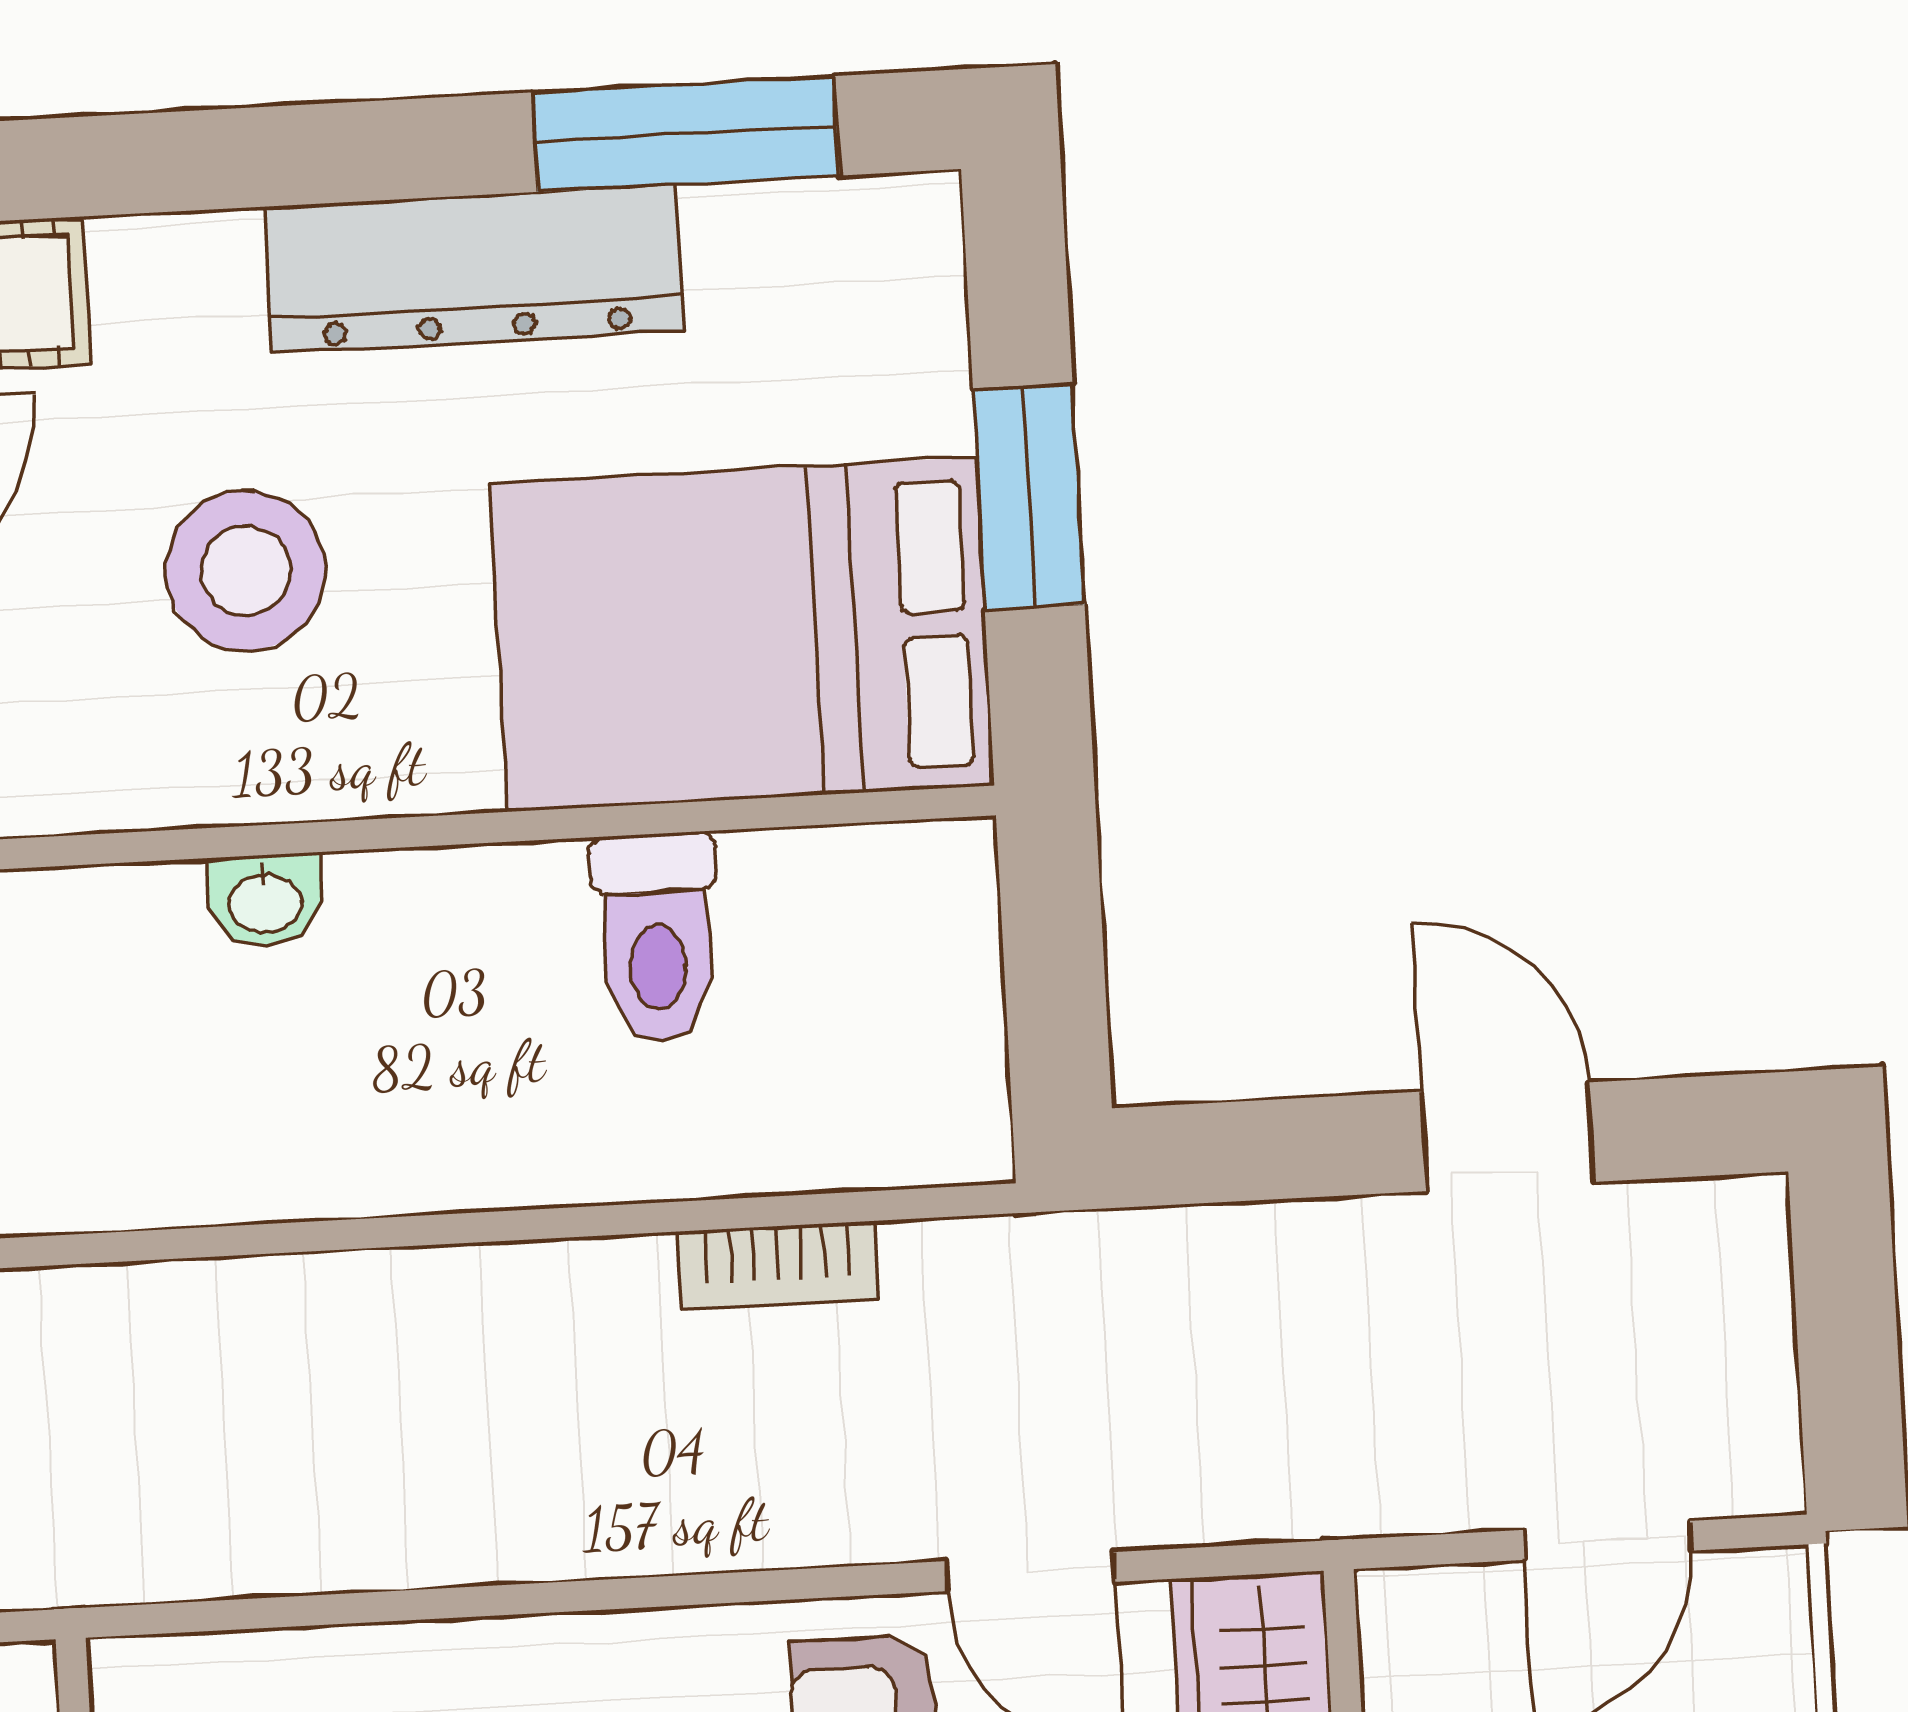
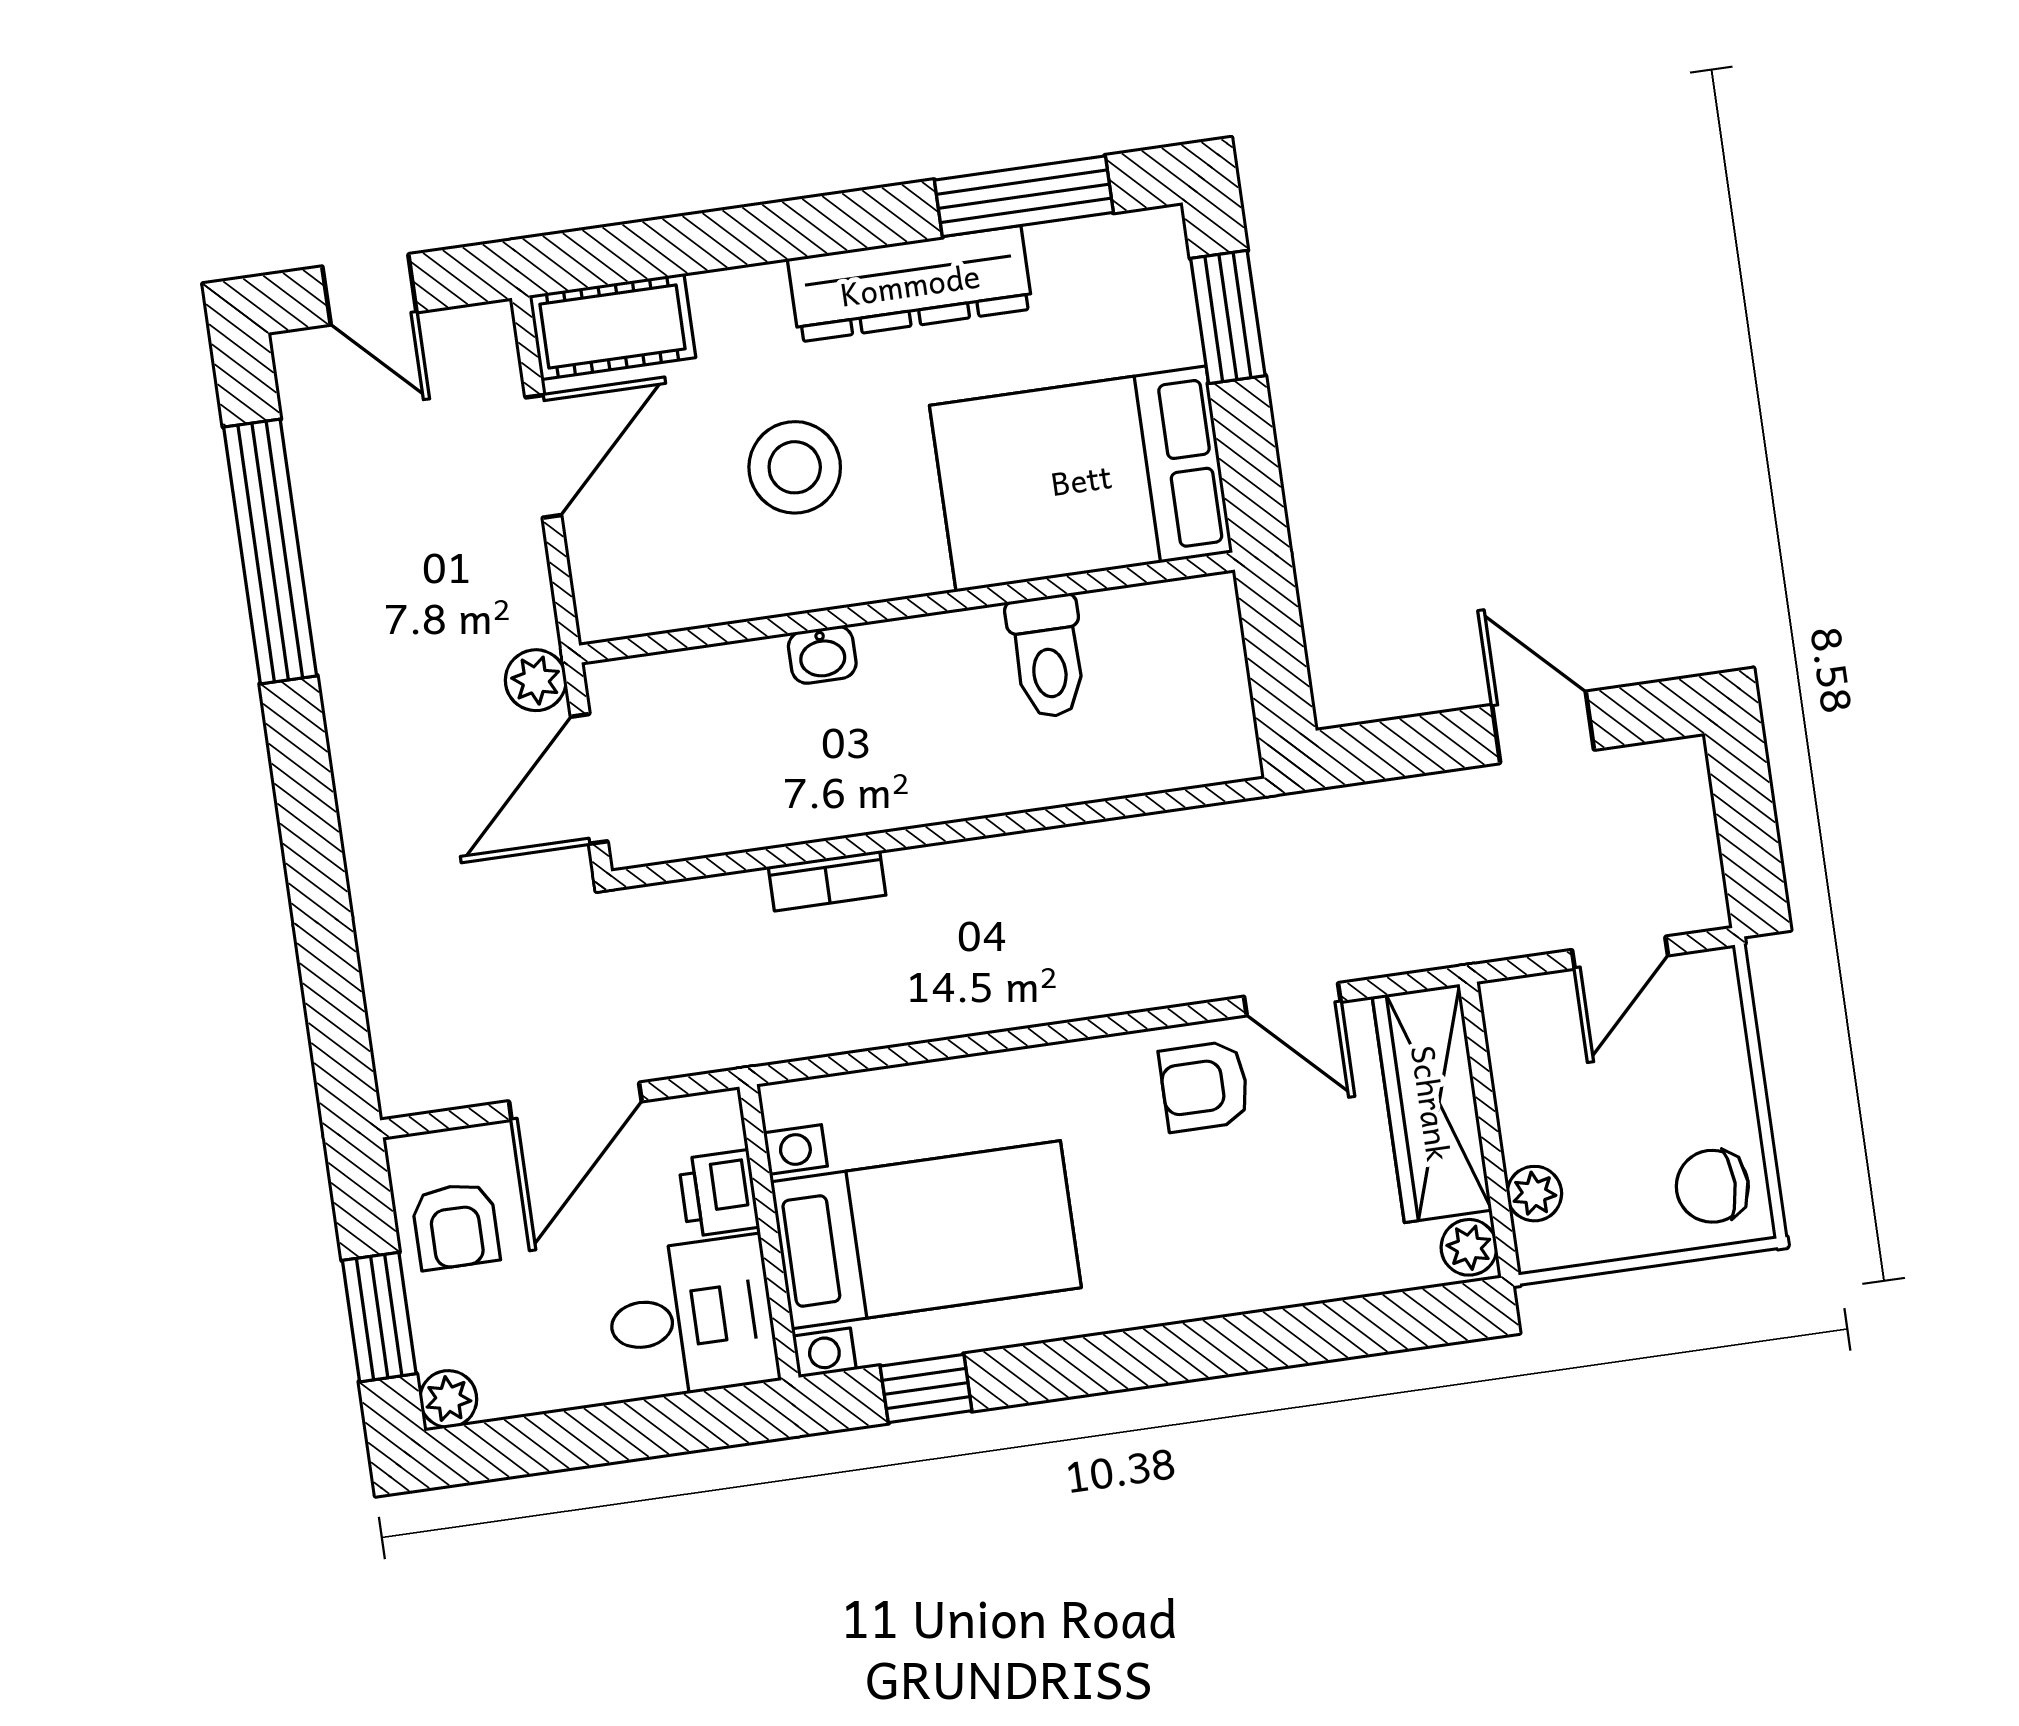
window: (1029, 497) -> (1228, 317), moved
bookcase: (778, 1266) -> (827, 881), moved

